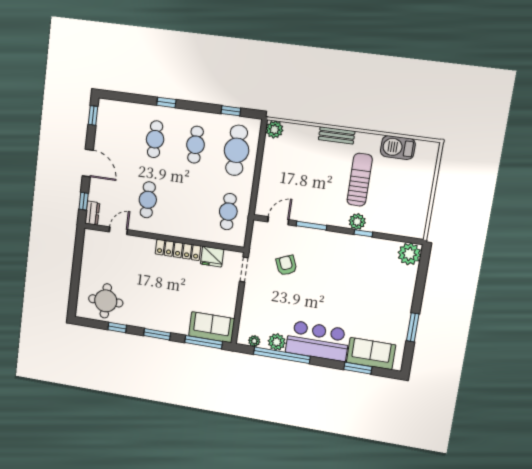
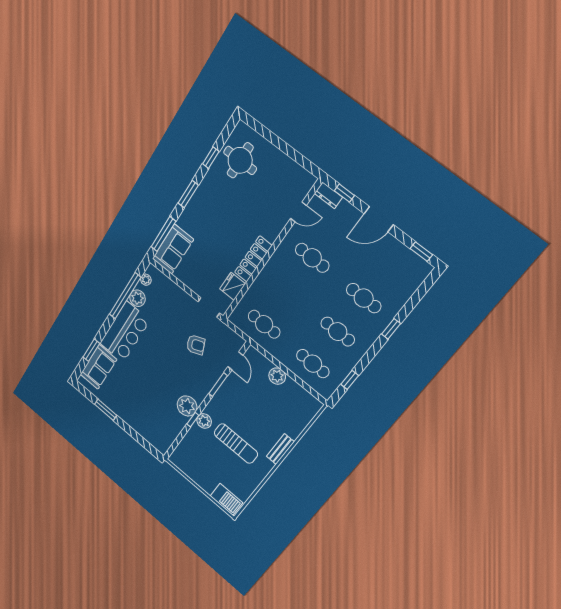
plant: (274, 129) -> (277, 376), moved
barbecue: (398, 148) -> (226, 499), moved, turned 90
cafe table: (237, 150) -> (313, 364), width x0.73, depth x0.74
door: (118, 231) -> (299, 212), hinge flipped
plant: (409, 254) -> (187, 406), moved

